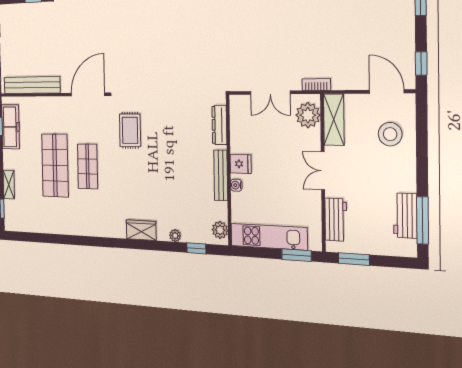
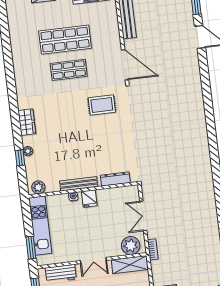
double door: (323, 171) -> (93, 261), swing flipped
window: (196, 248) -> (20, 158), moved

